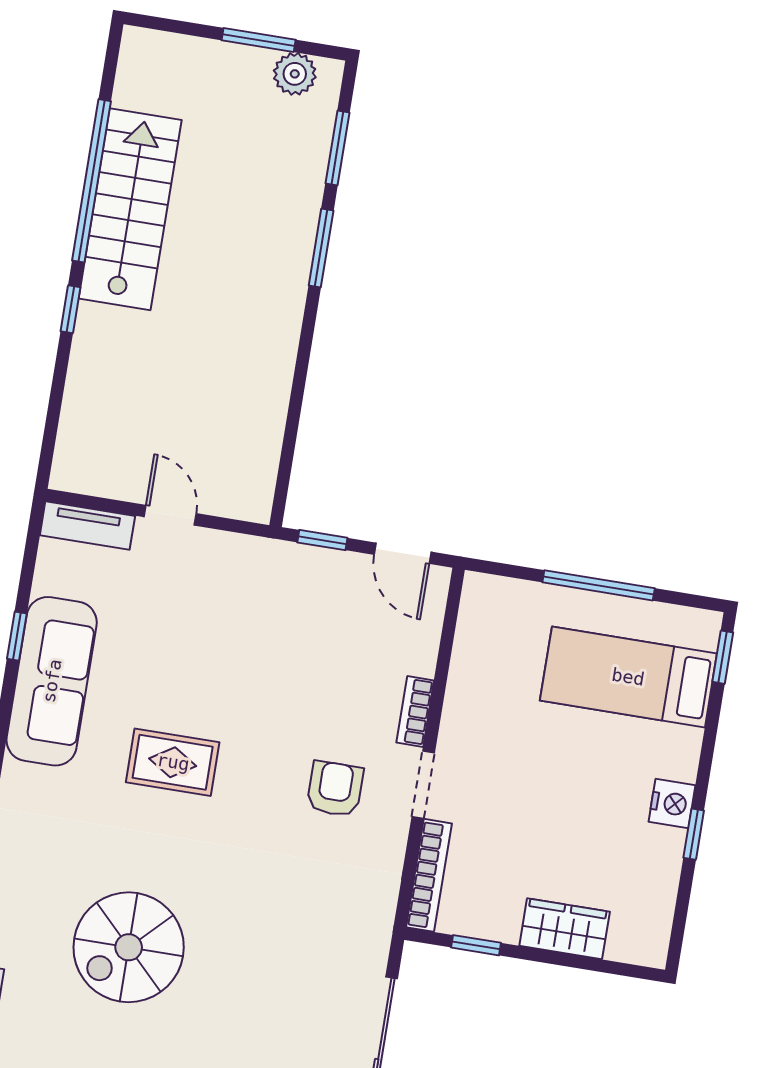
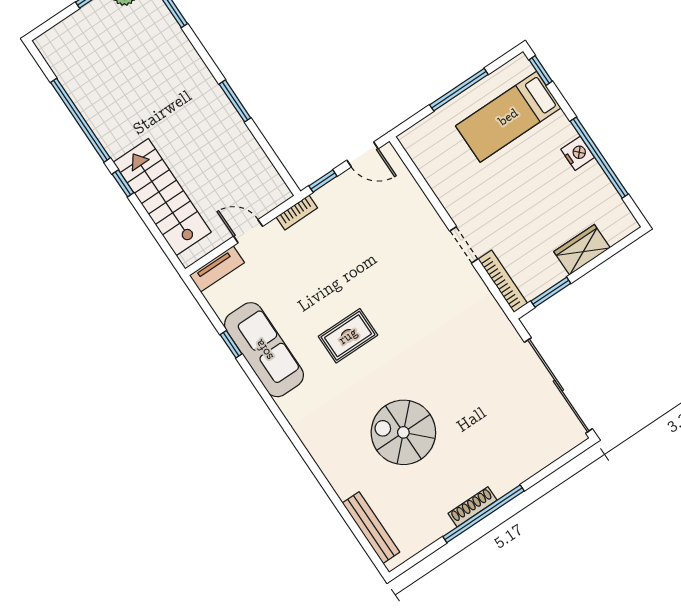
stairs: (130, 209) -> (162, 197), moved
window: (321, 248) -> (235, 101), moved
bookcase: (415, 711) -> (297, 212), moved, turned -90
armchair: (335, 789) -> (428, 282), removed
window: (694, 834) -> (599, 158), width x3.17
window: (476, 945) -> (551, 292), width x1.50
spiral stairs: (129, 947) -> (403, 432), turned 90

